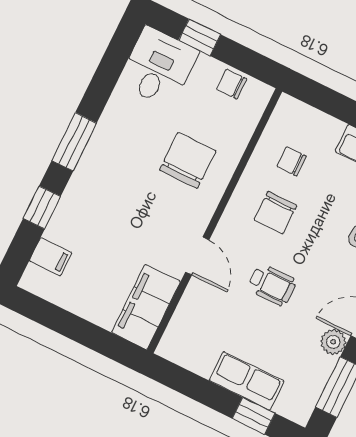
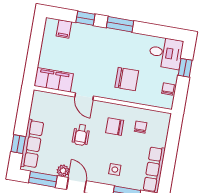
door: (197, 256) -> (84, 96), hinge flipped
row of seats: (247, 381) -> (32, 144), width x1.48

